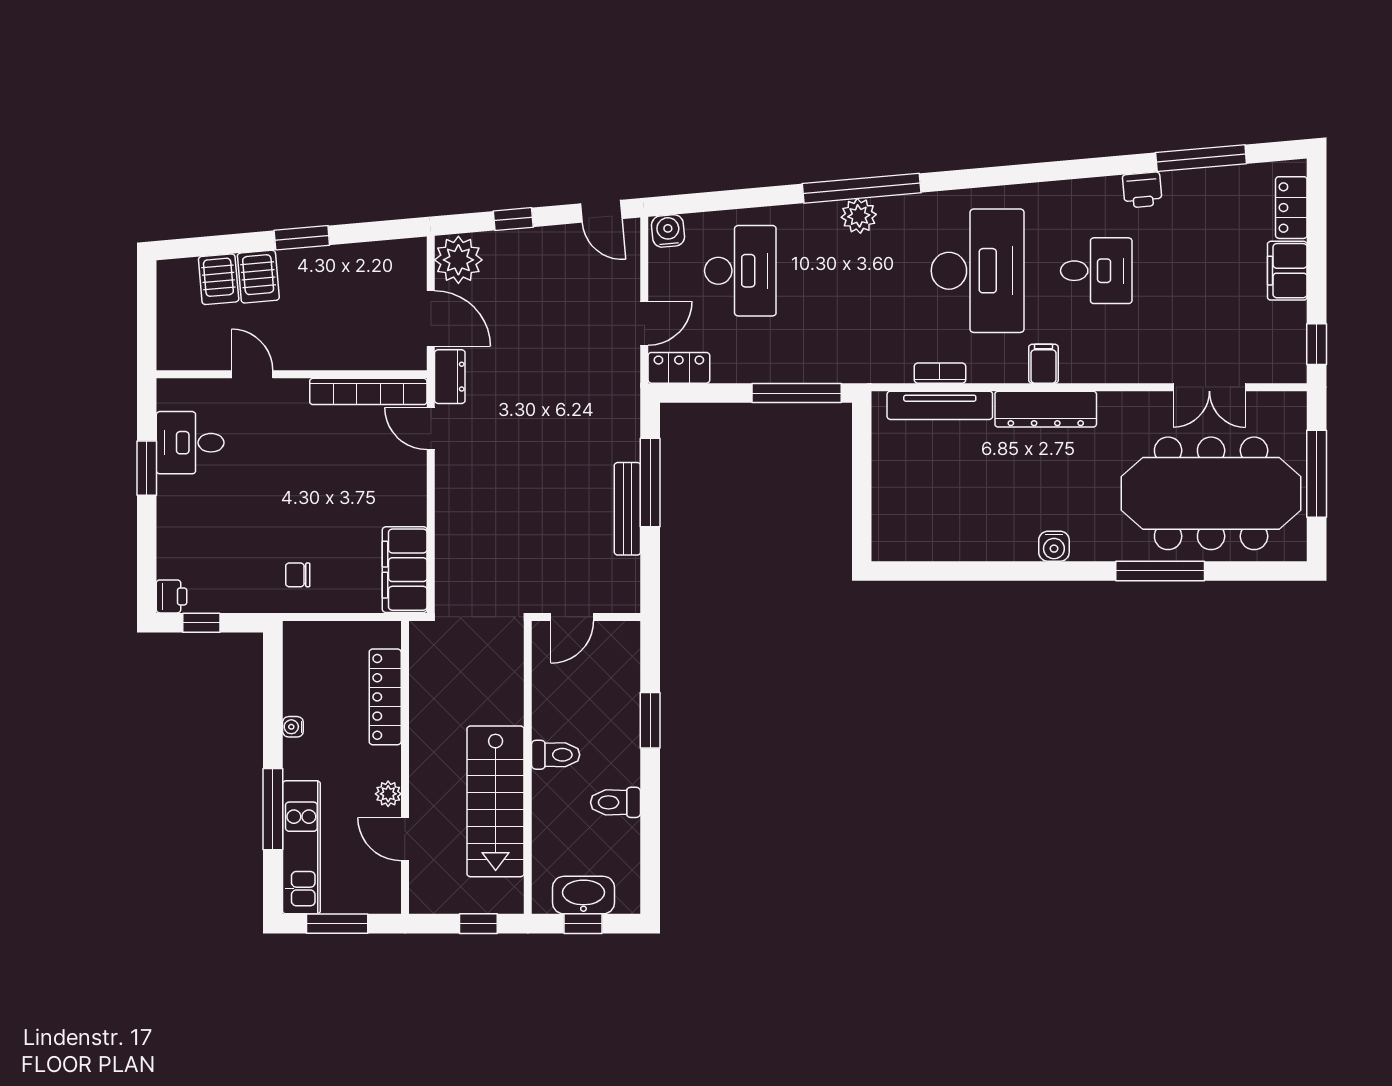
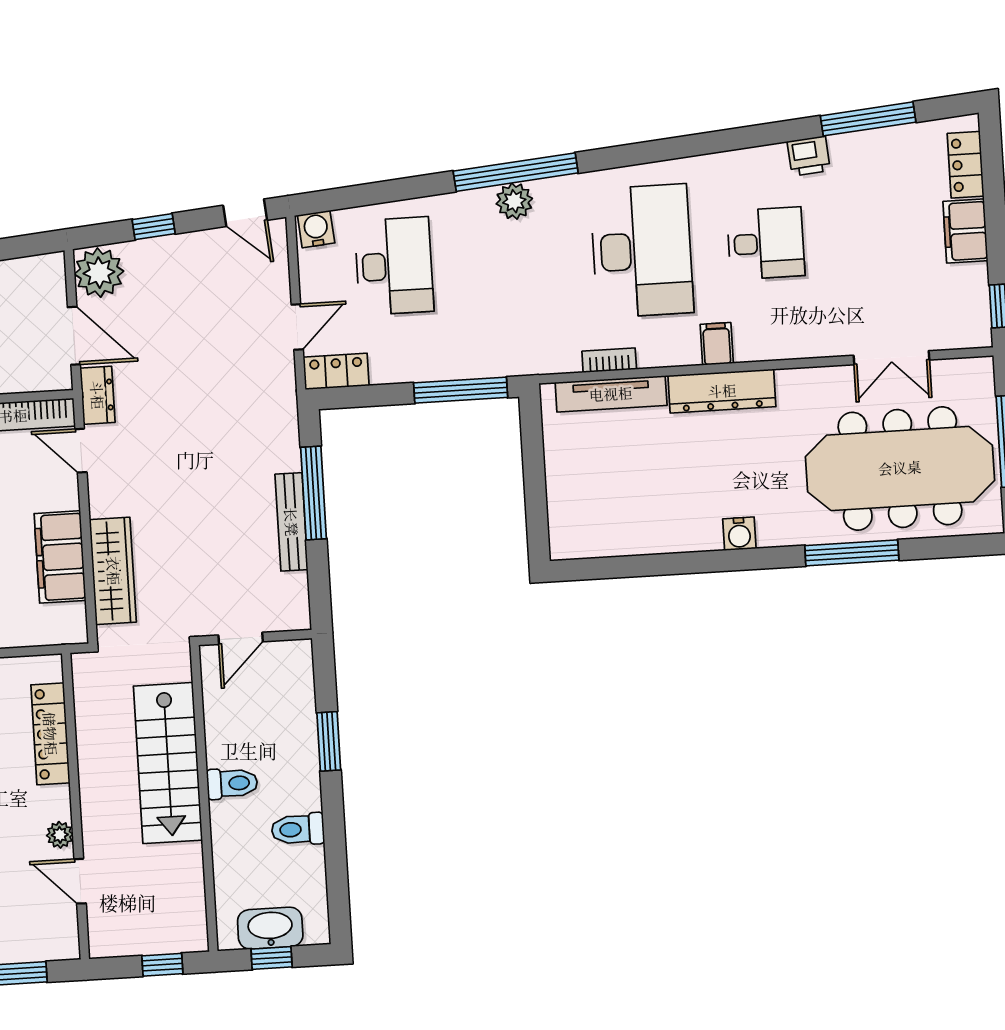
wardrobe: (454, 545) -> (113, 571), added
filing cabinet: (405, 570) -> (60, 557), moved
stairs: (496, 801) -> (168, 763), moved

